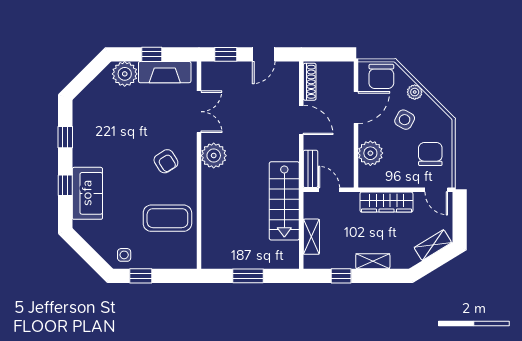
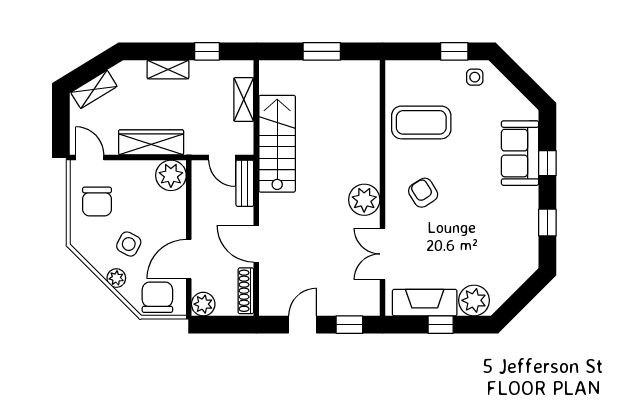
plant: (344, 71) -> (203, 304), added
plant: (370, 153) -> (171, 175), moved

